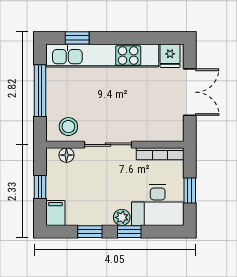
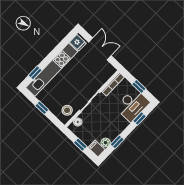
window: (40, 91) -> (42, 108), width x0.46
plant: (122, 217) -> (106, 143), moved
window: (129, 232) -> (140, 119), moved

